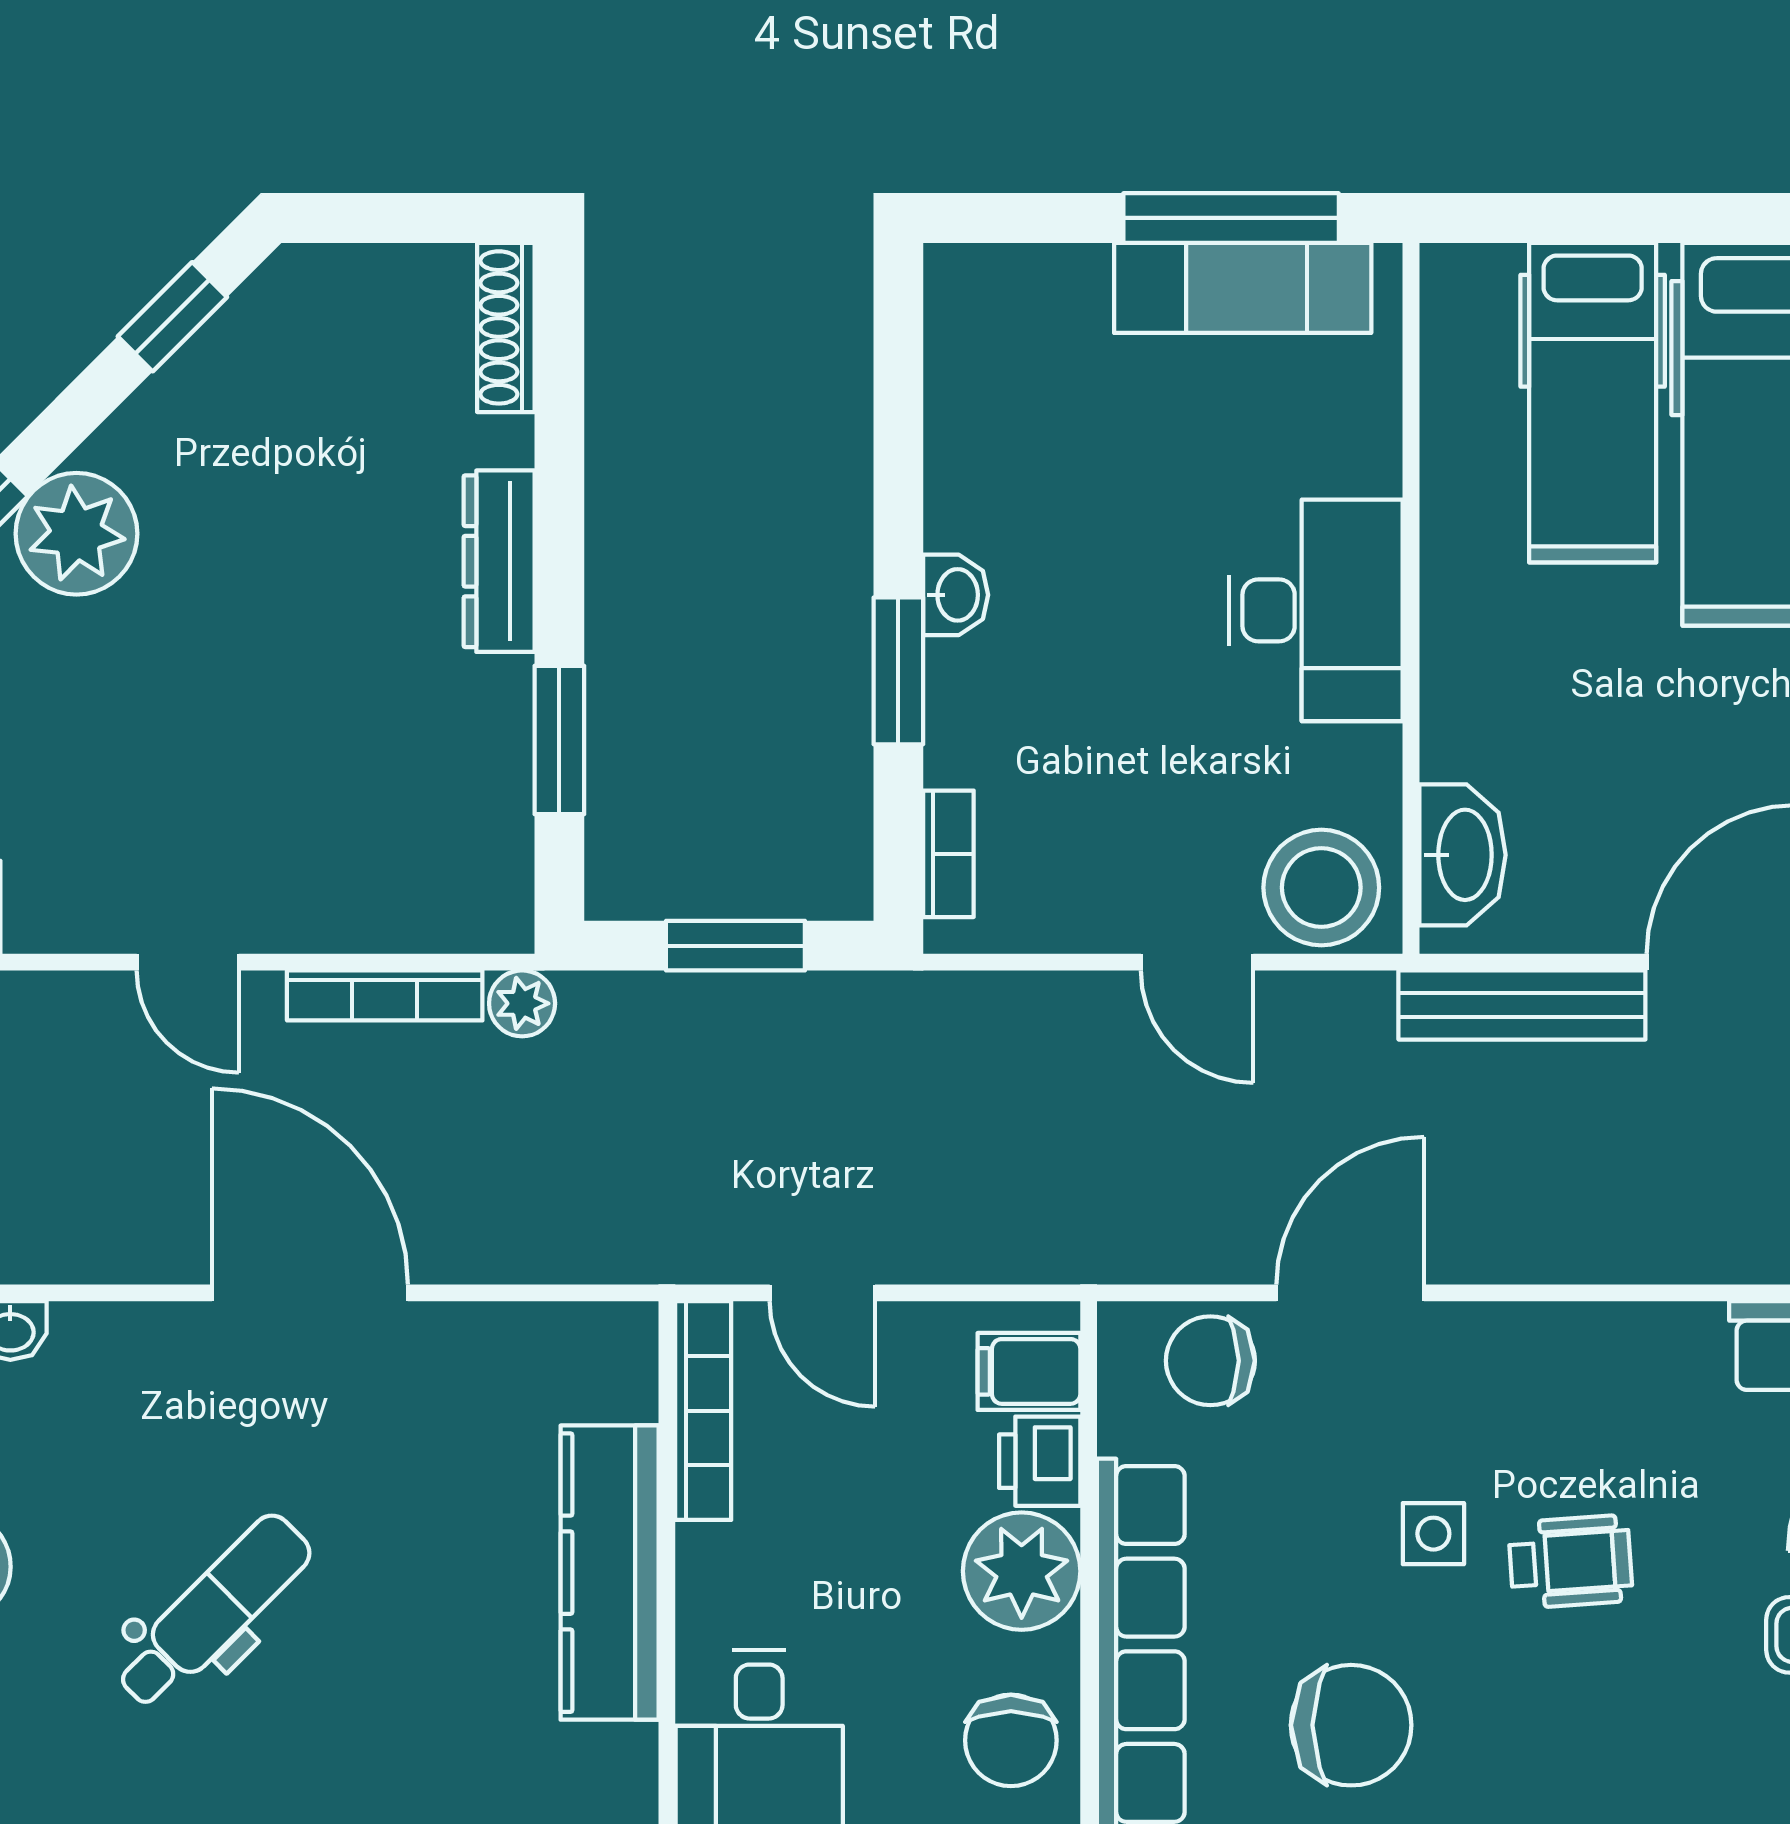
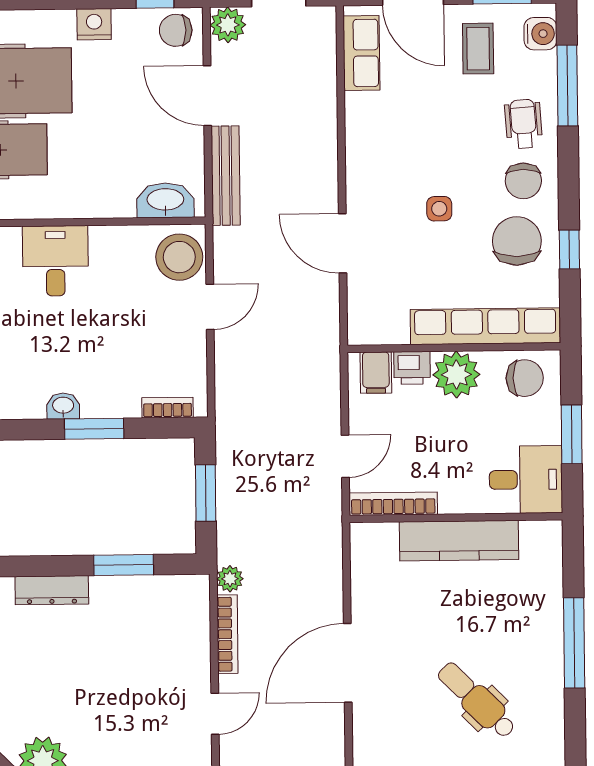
desk: (1316, 610) -> (55, 261), width x0.73
chair: (1210, 1361) -> (523, 181), moved
wheelchair: (1570, 1562) -> (524, 124), moved

